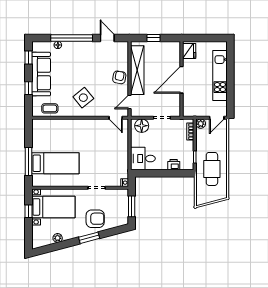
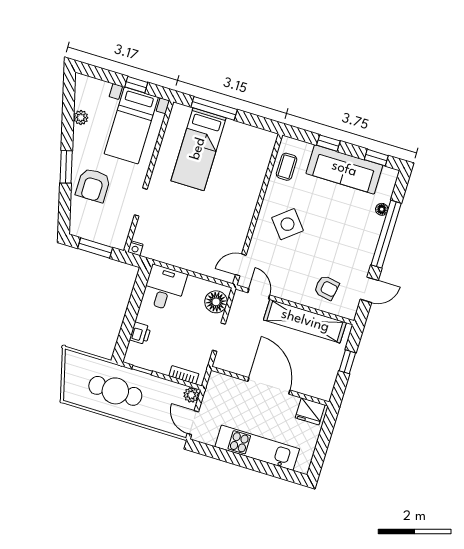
armchair: (119, 77) -> (327, 288), moved

